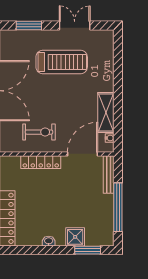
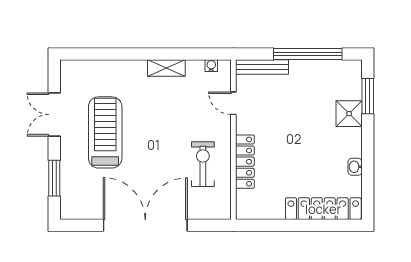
shelving: (106, 113) -> (166, 68), width x0.67, depth x0.75
door: (83, 154) -> (233, 103), width x0.53
washbasin: (49, 241) -> (355, 167), moved

